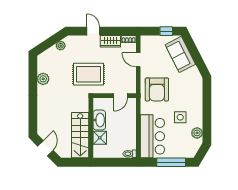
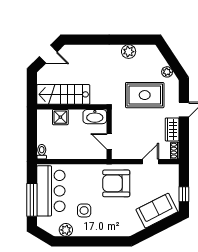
rug: (88, 74) -> (145, 95), moved, turned 90
washbasin: (99, 120) -> (95, 117), moved
bar counter: (152, 136) -> (51, 191), moved, turned -90

